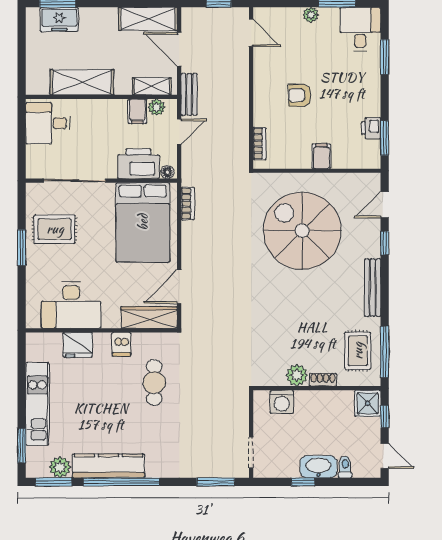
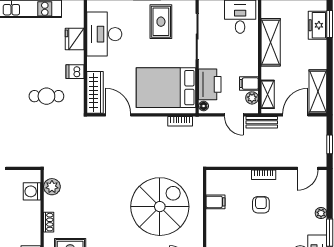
bookcase: (260, 144) -> (264, 175), moved
filing cabinet: (321, 156) -> (215, 202), moved
plant: (297, 375) -> (52, 187), moved

